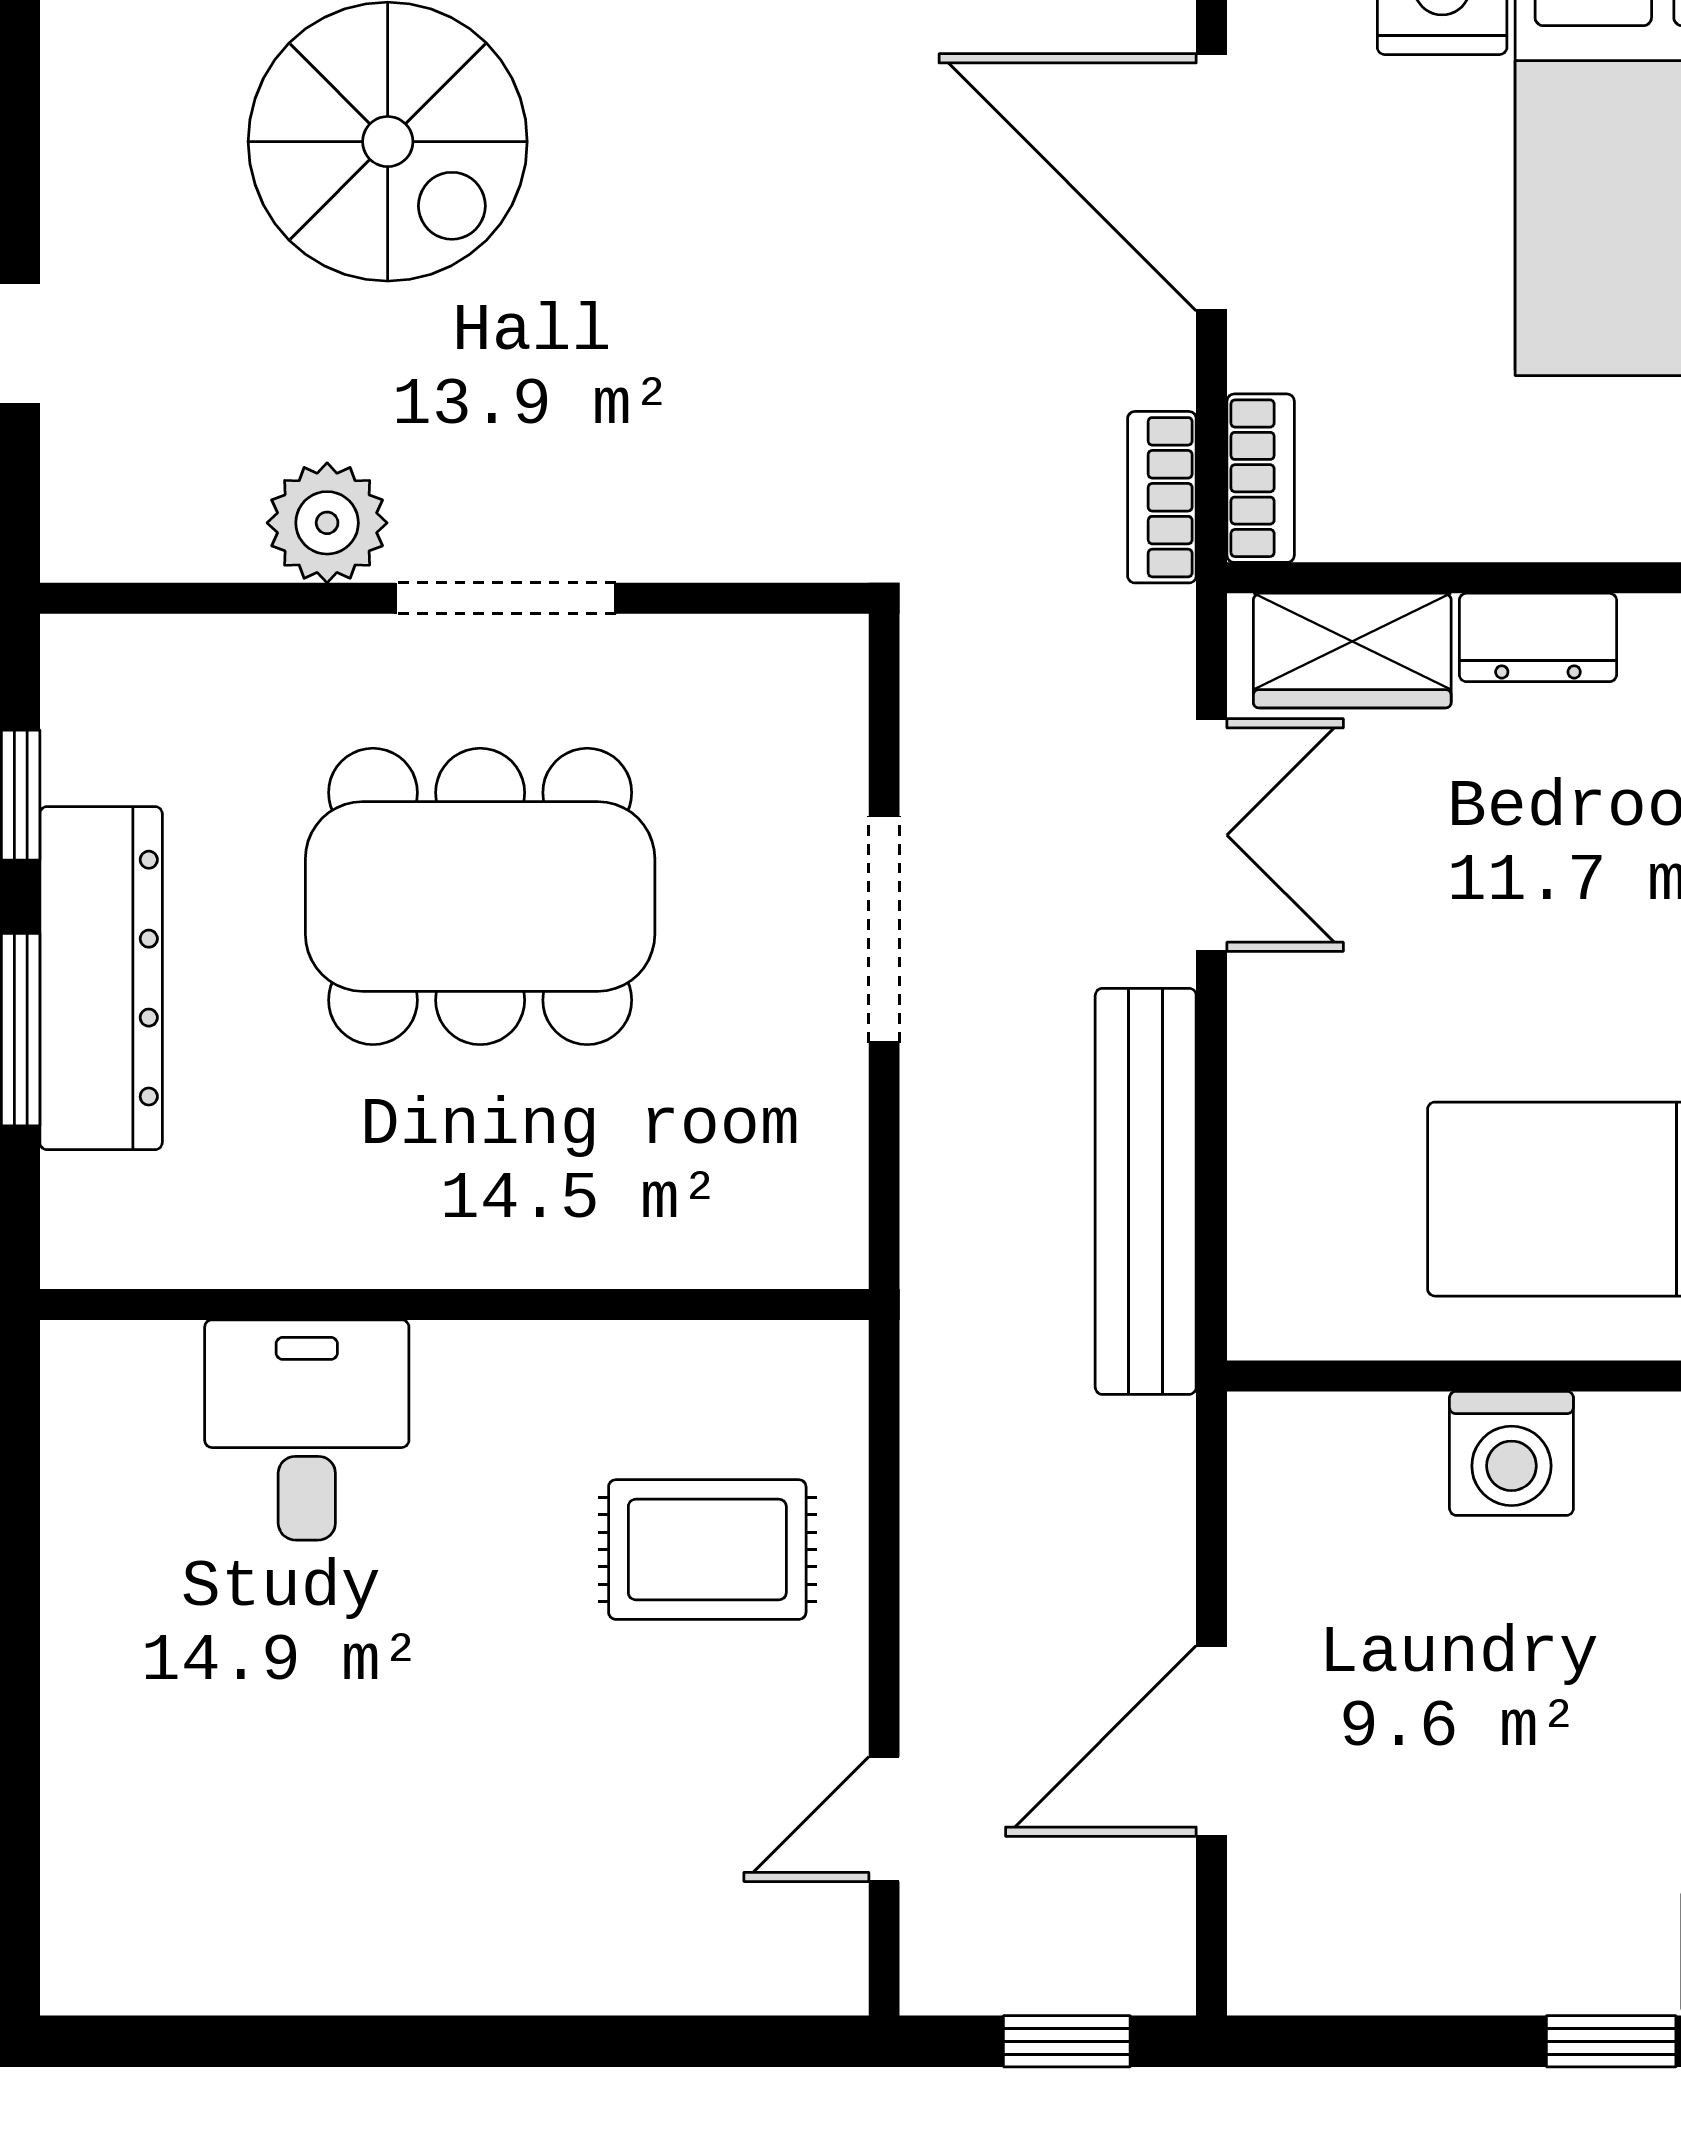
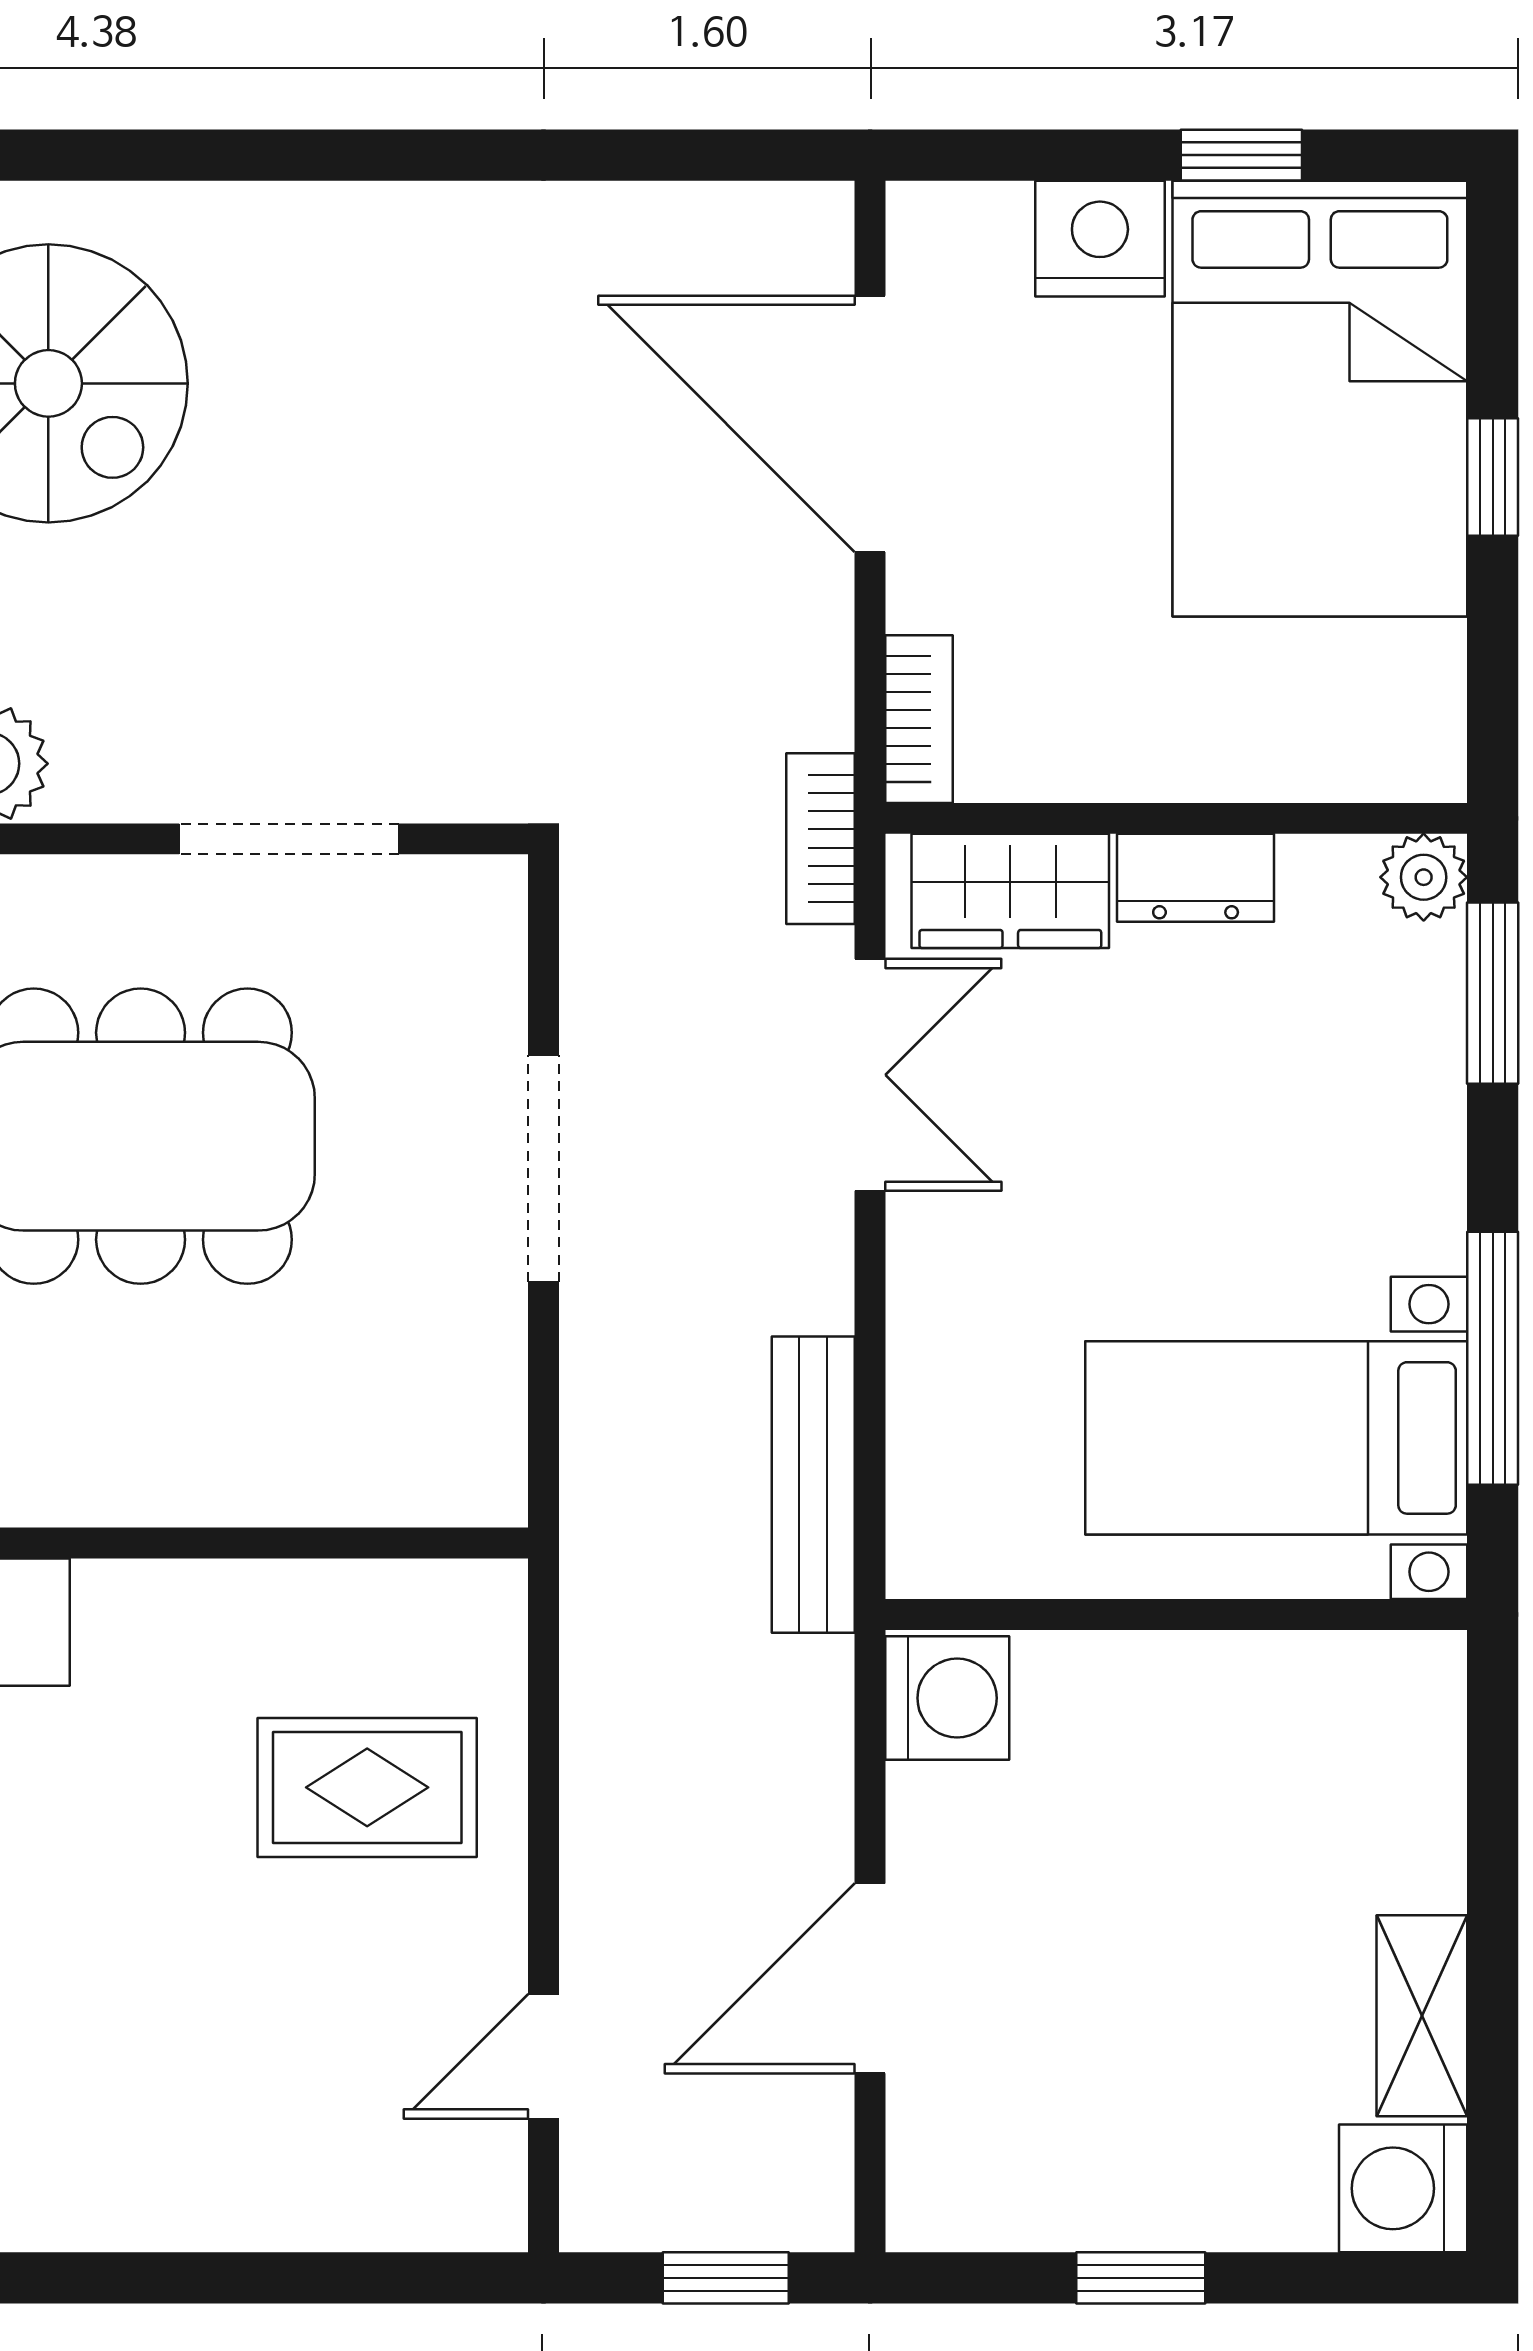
bookcase: (1162, 497) -> (821, 839), moved
doorway: (506, 598) -> (289, 839), moved
bench: (1146, 1191) -> (813, 1485), width x0.73, depth x0.82
washing machine: (1511, 1453) -> (947, 1698), moved, turned -90
window: (1611, 2041) -> (1141, 2278), moved

